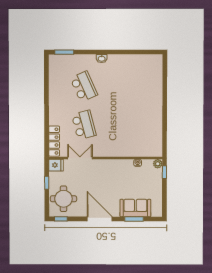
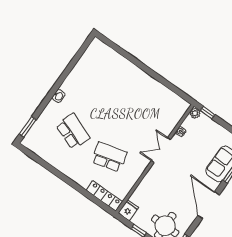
school desk: (84, 86) -> (73, 131), turned 45
double door: (80, 158) -> (161, 150), moved
door: (100, 219) -> (209, 205), hinge flipped

